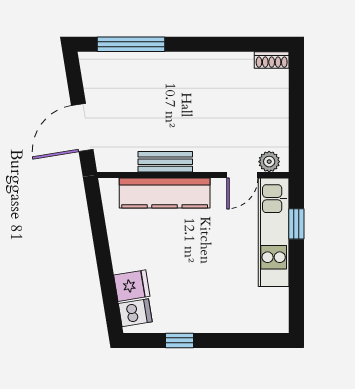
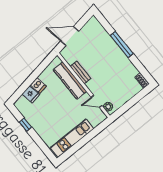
window: (131, 44) -> (122, 45), moved
window: (296, 224) -> (95, 132), removed
kitchen unit: (274, 232) -> (72, 138), moved
dishwasher: (135, 313) -> (38, 86), moved

